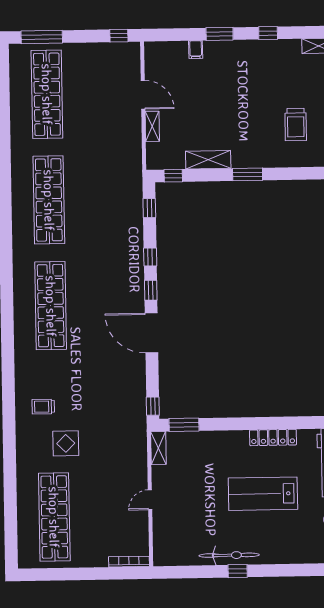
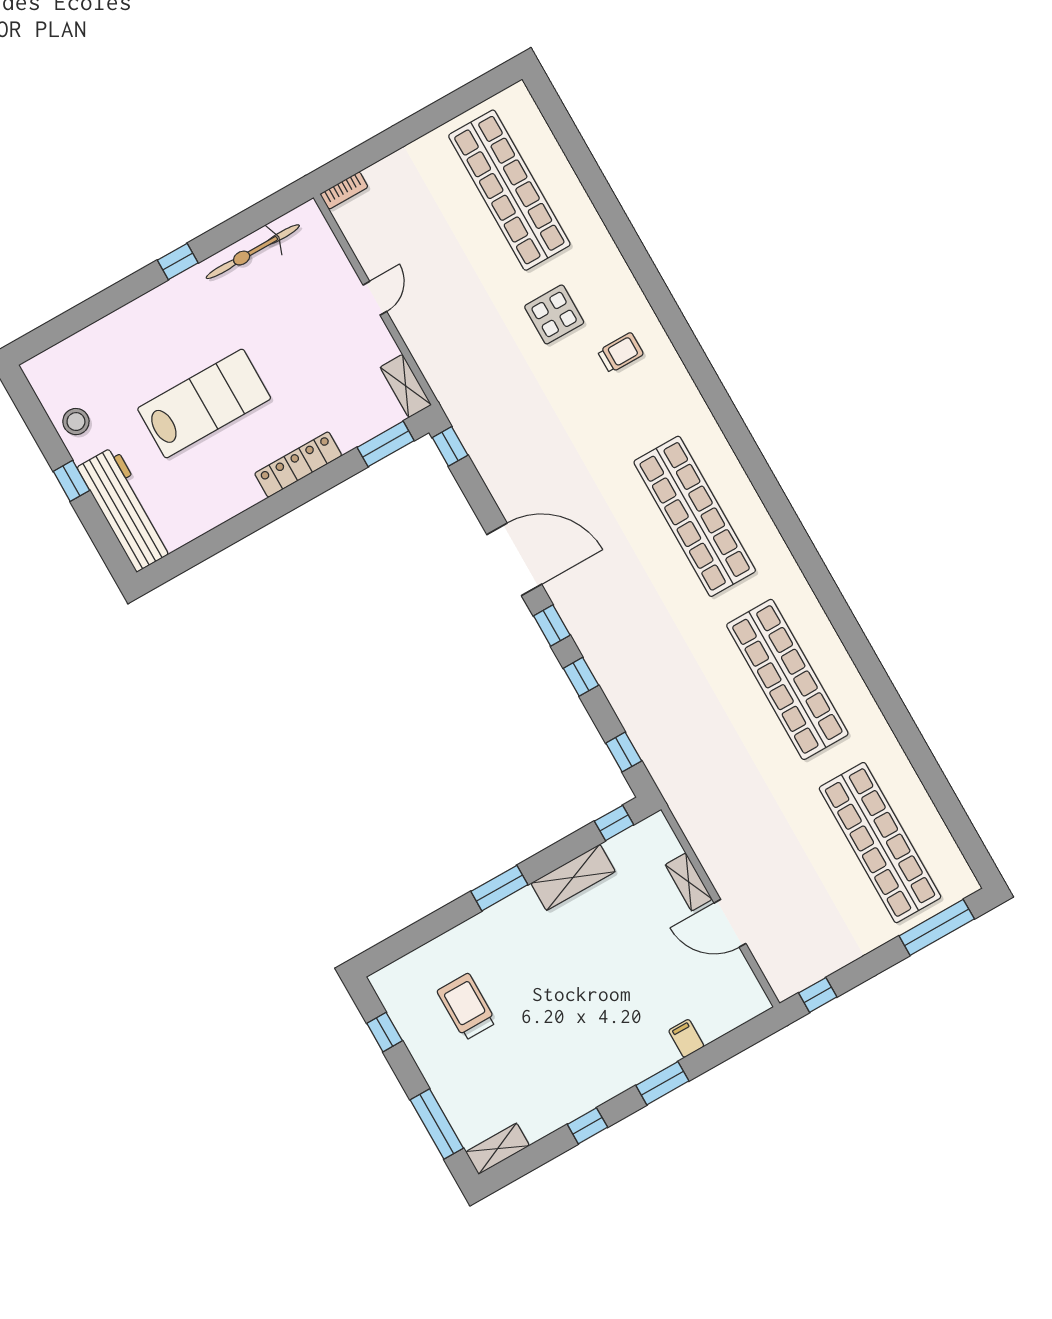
locker: (273, 437) -> (298, 465), moved
bicycle: (229, 555) -> (253, 252), moved
bookcase: (129, 562) -> (344, 190), width x0.64

